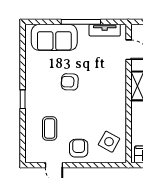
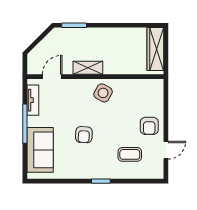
side table: (109, 142) -> (103, 93), moved
armchair: (79, 148) -> (149, 126), turned -90

